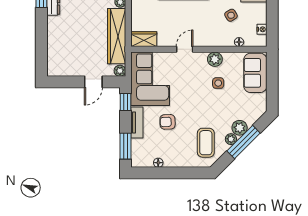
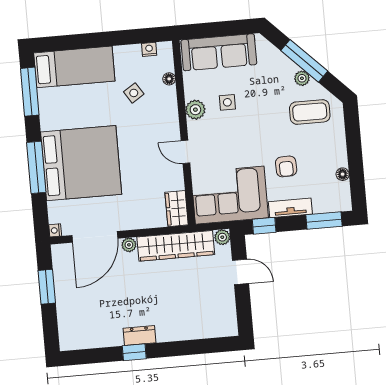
sofa: (255, 73) -> (219, 52), width x1.36
plant: (240, 128) -> (285, 68), removed

